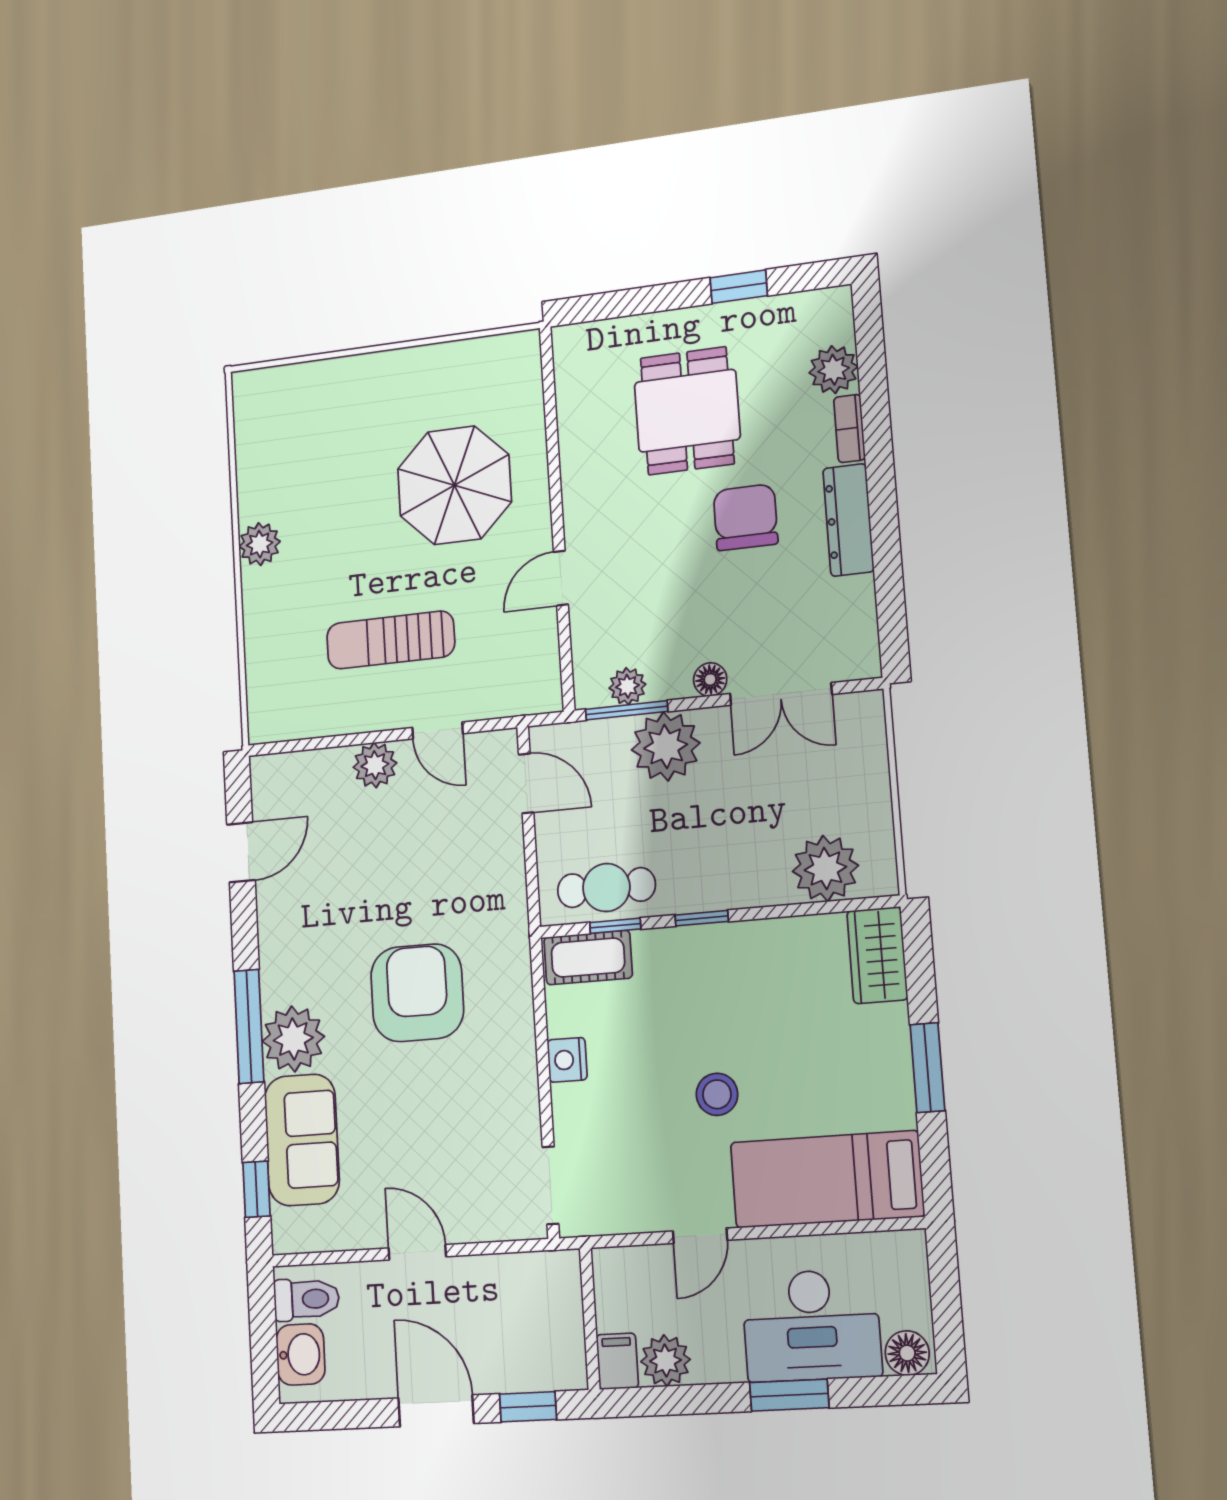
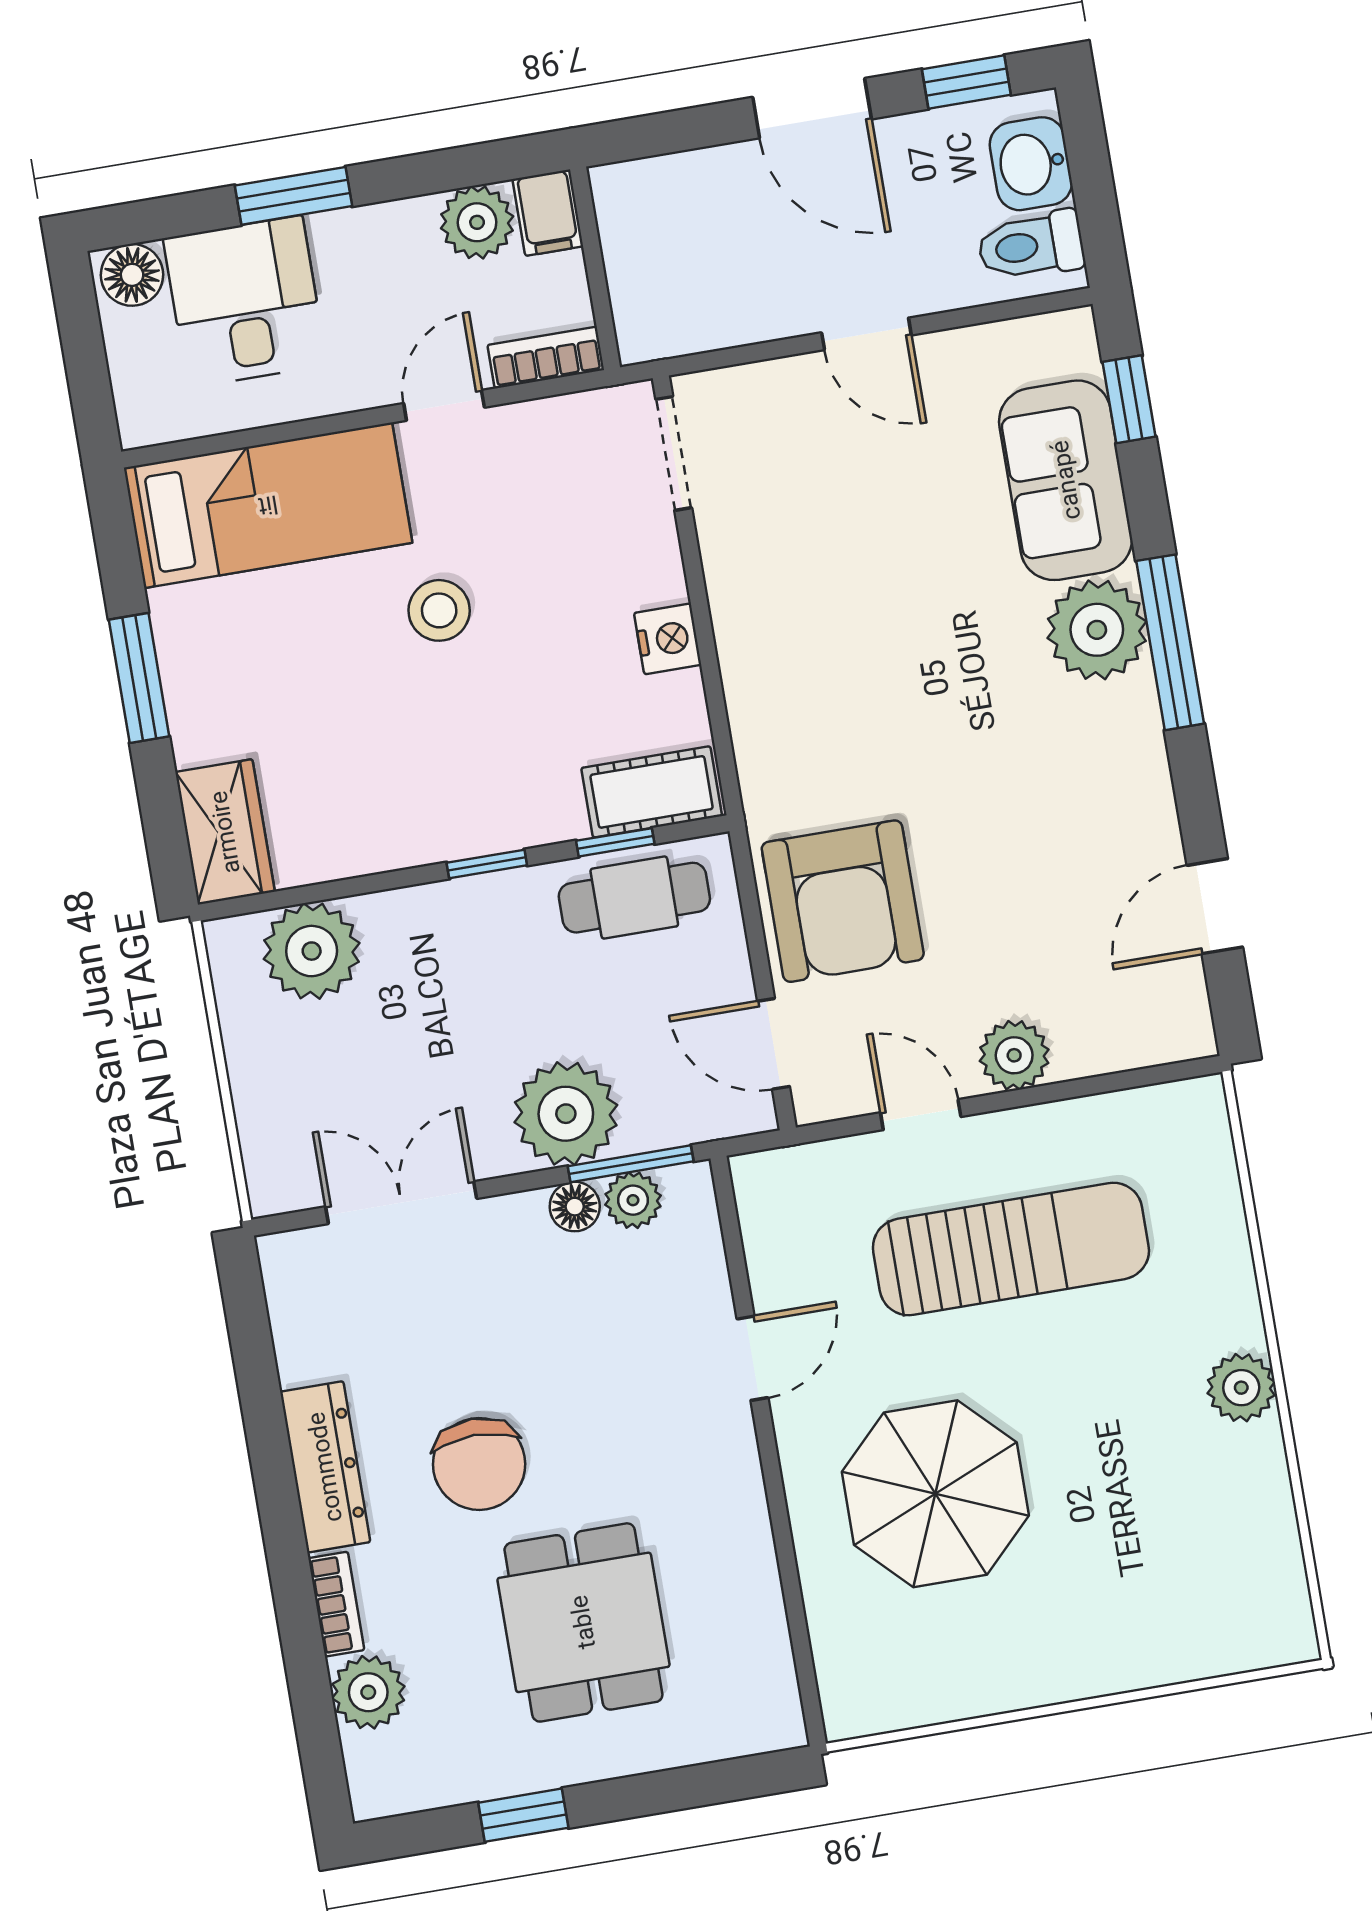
sun lounger: (391, 640) -> (1011, 1249), width x1.36, depth x1.34
floor lamp: (710, 679) -> (575, 1207), moved
armchair: (417, 993) -> (843, 901), moved
bookcase: (629, 1261) -> (546, 358), added
desk: (811, 1325) -> (245, 302), width x0.73
window: (528, 1407) -> (966, 82), moved

